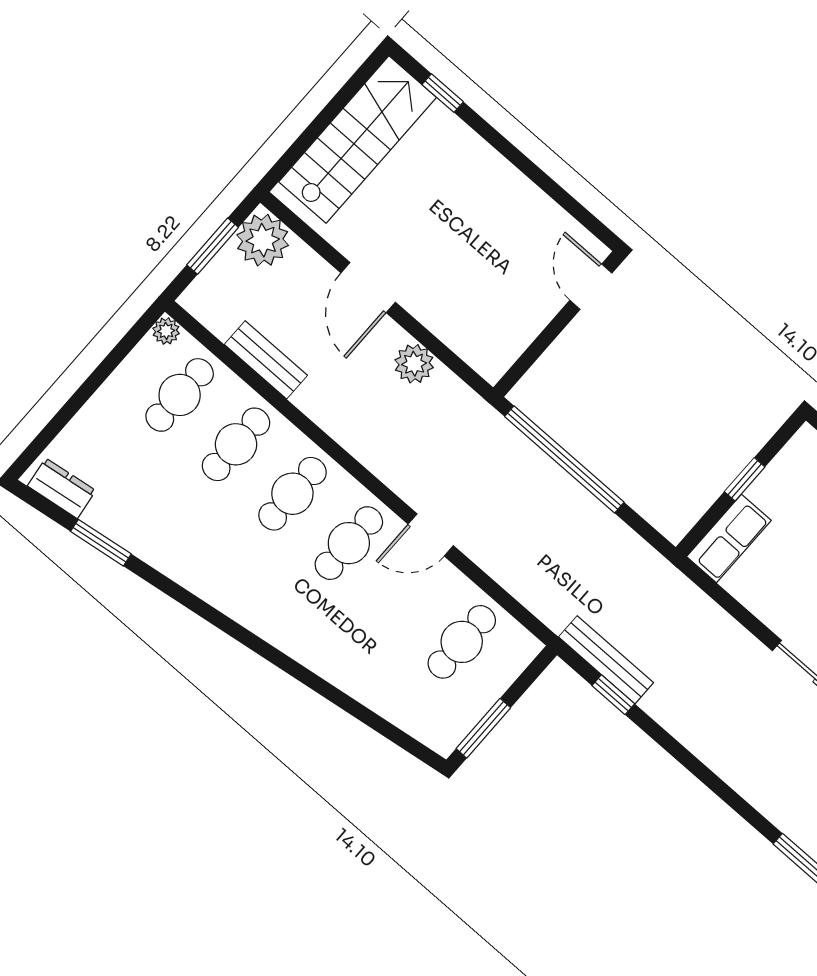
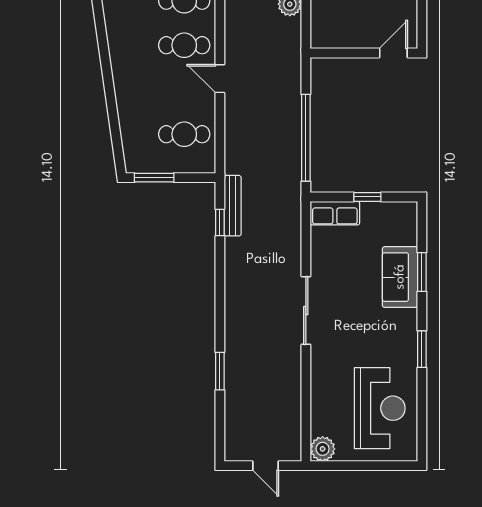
window: (564, 459) -> (306, 138), moved

